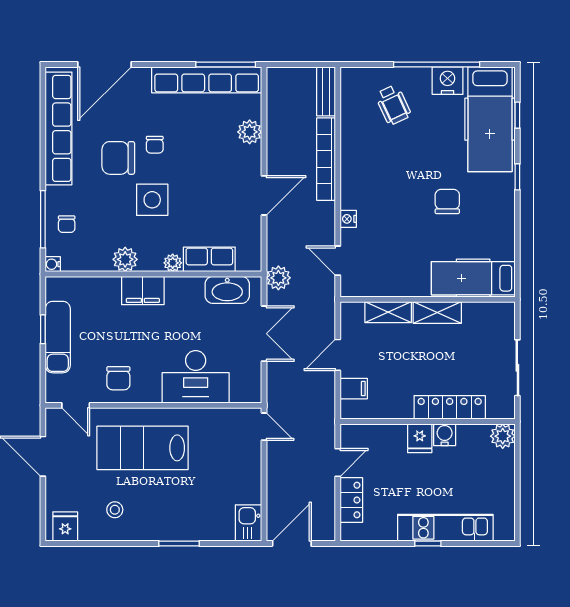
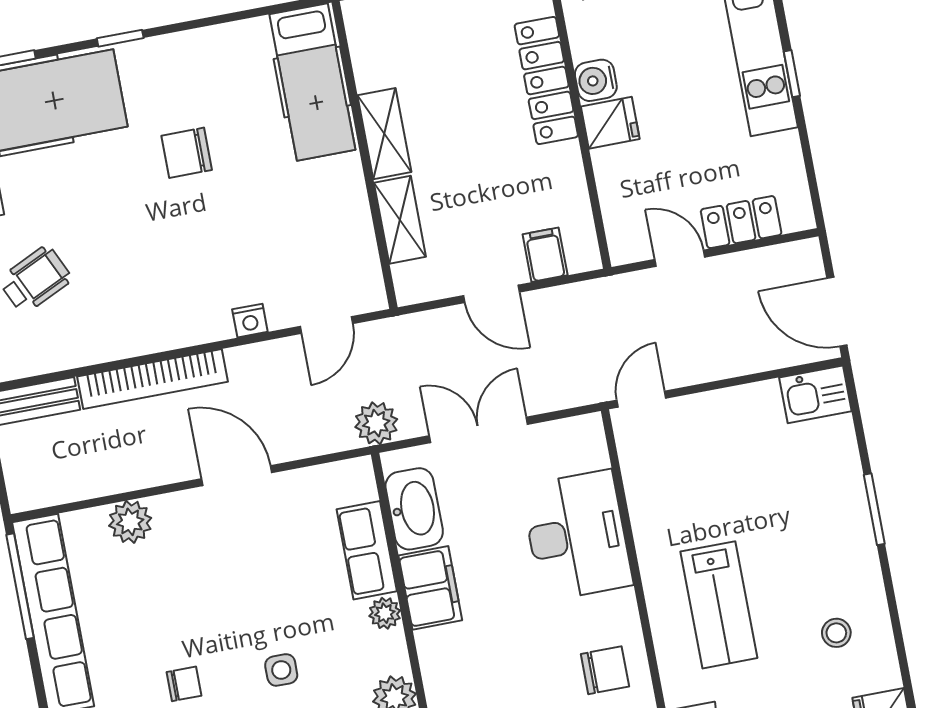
side table: (152, 200) -> (281, 670), width x0.54, depth x0.54
filing cabinet: (143, 291) -> (430, 588), moved
lab bench: (143, 448) -> (719, 605), width x0.73, depth x0.72

